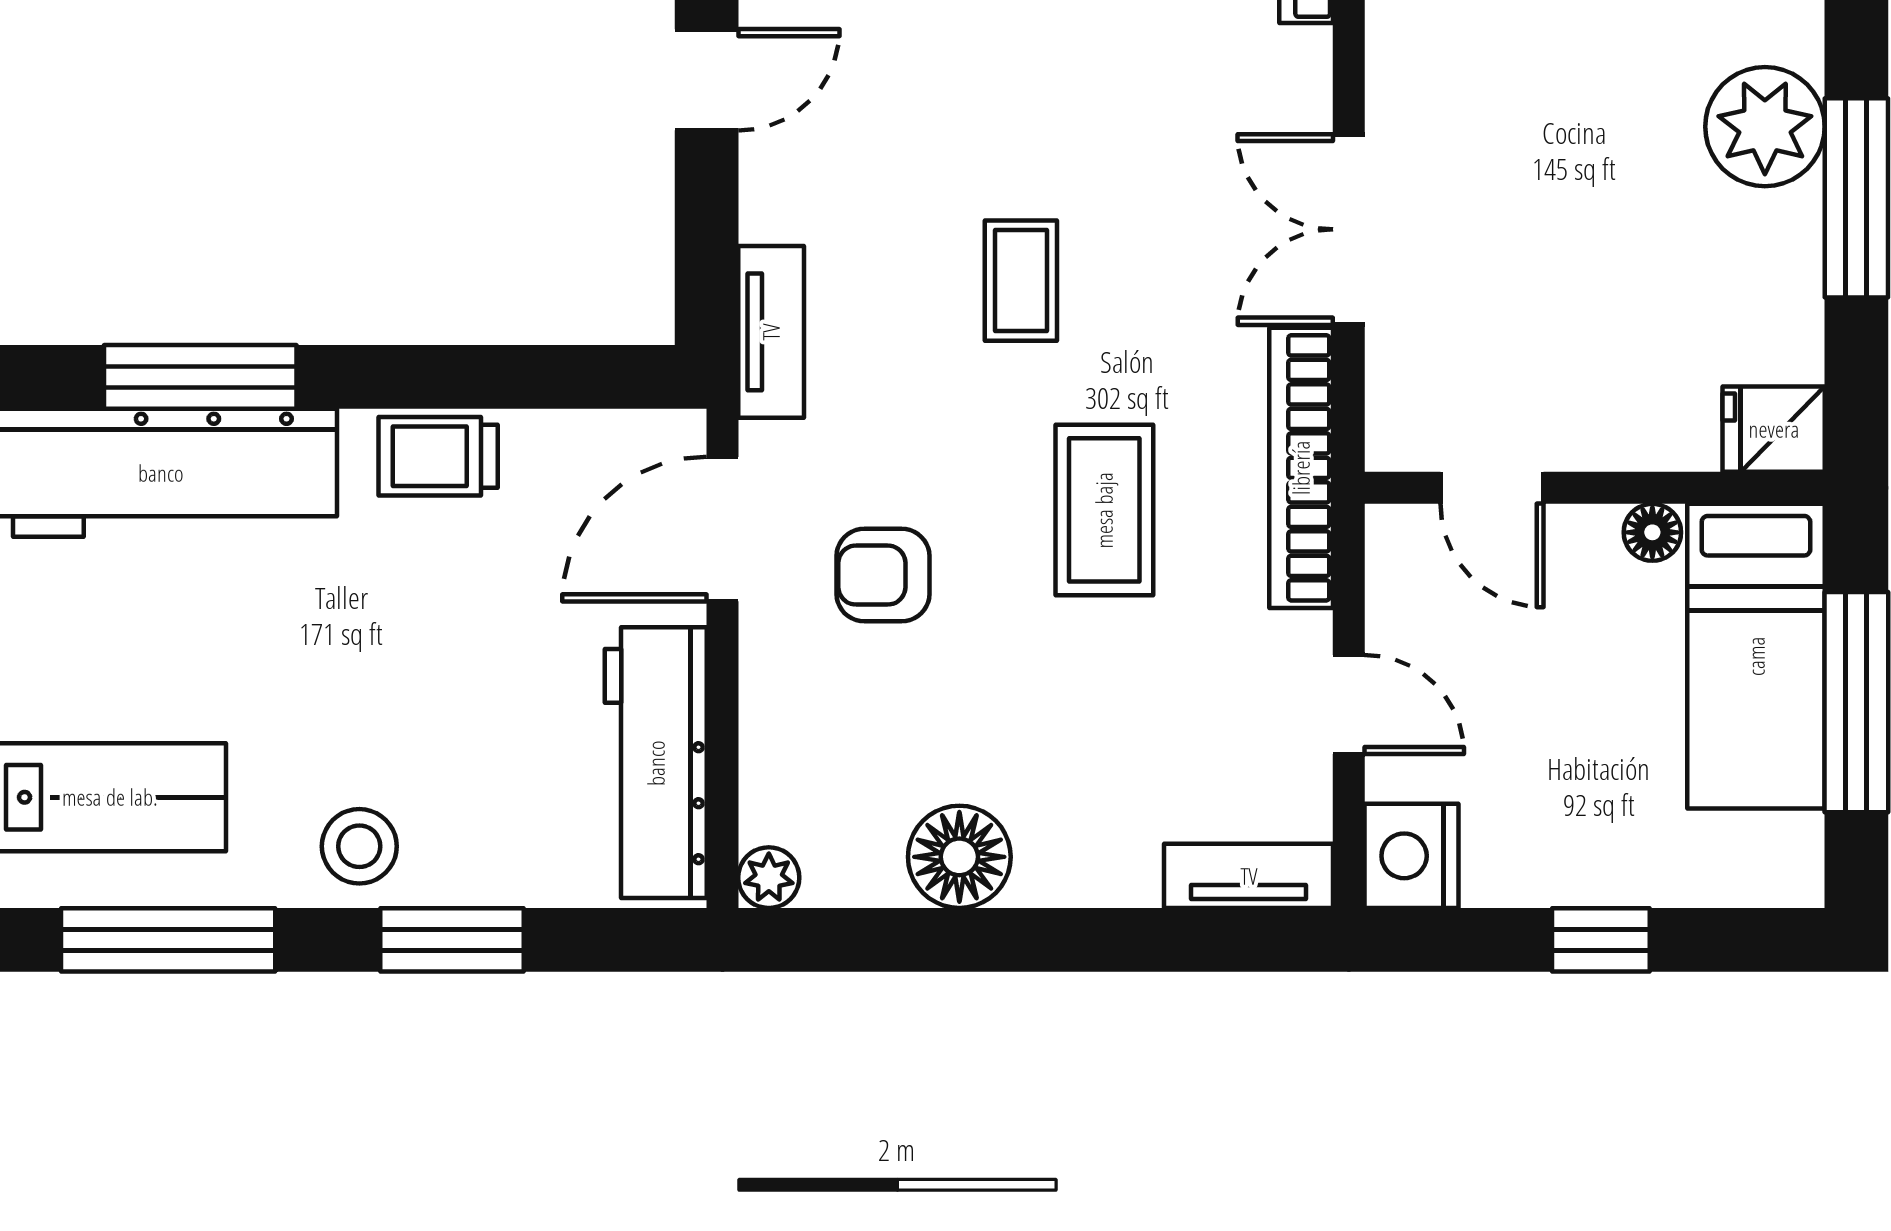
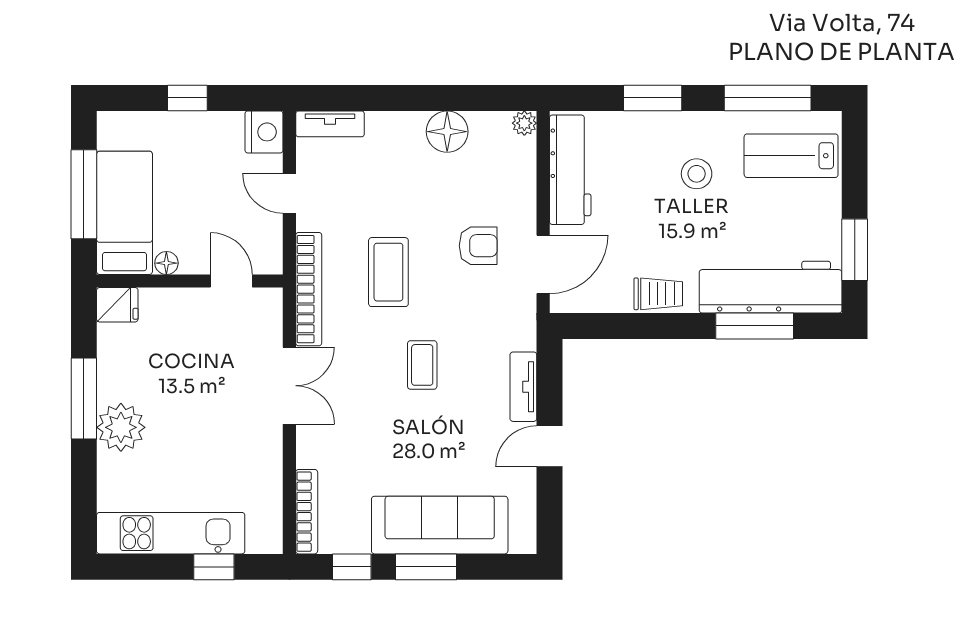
tv unit: (771, 332) -> (523, 387), moved
stool: (359, 846) -> (697, 174), moved

